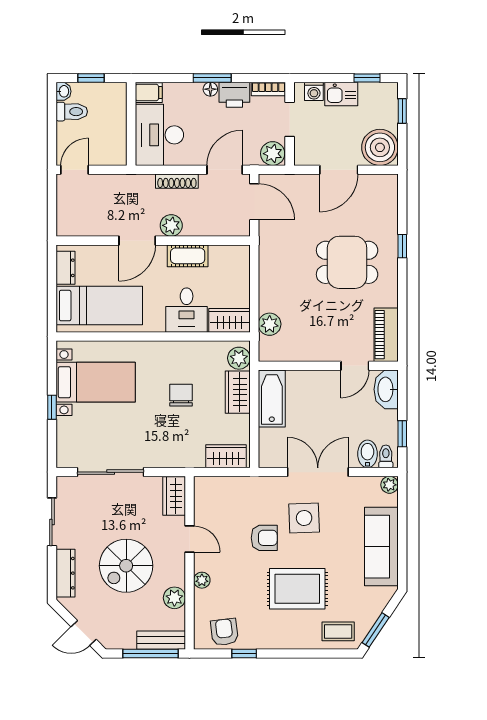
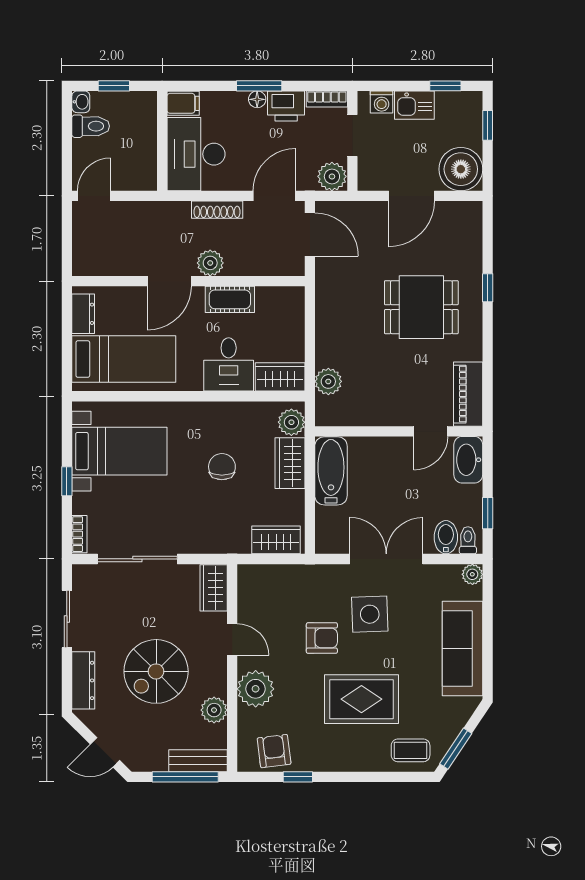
bookcase: (62, 451) -> (79, 534), added
plant: (202, 580) -> (256, 689), width x1.88, depth x1.88

